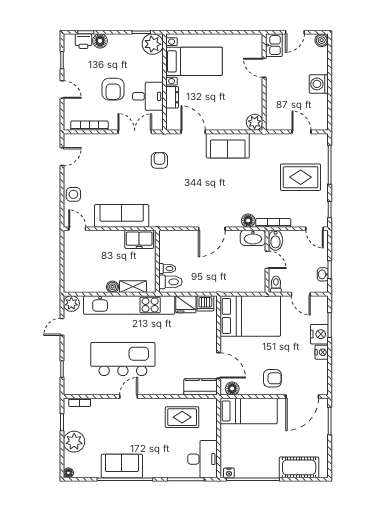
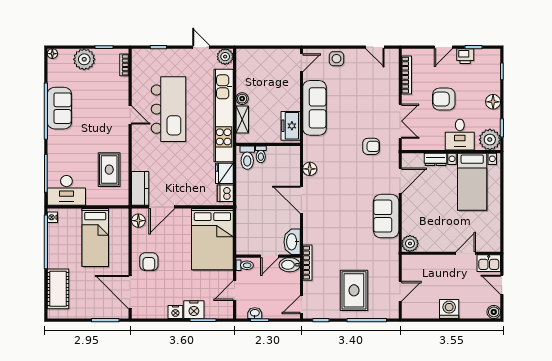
printer: (83, 41) -> (465, 56), moved, turned -90
floor lamp: (100, 41) -> (493, 102), moved
desk: (148, 96) -> (460, 135), moved
floor lamp: (248, 221) -> (310, 169), moved
bed: (249, 411) -> (95, 237), moved

